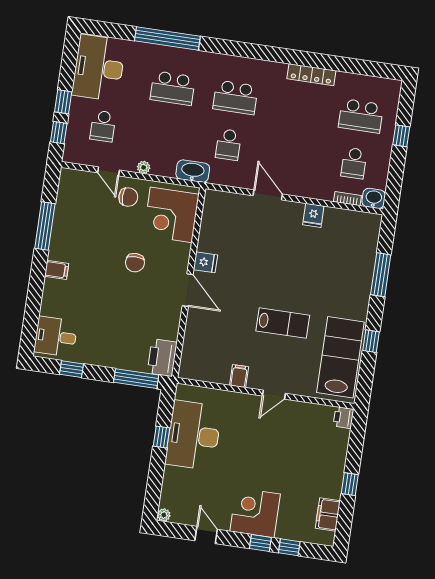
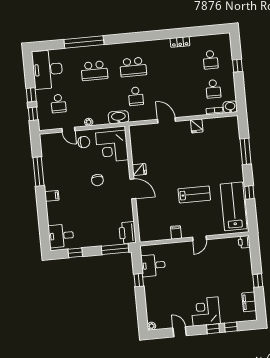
locker: (311, 75) -> (180, 42), width x0.66
school desk: (361, 116) -> (210, 60), width x0.54
desk: (194, 435) -> (153, 265), width x0.53, depth x0.77

